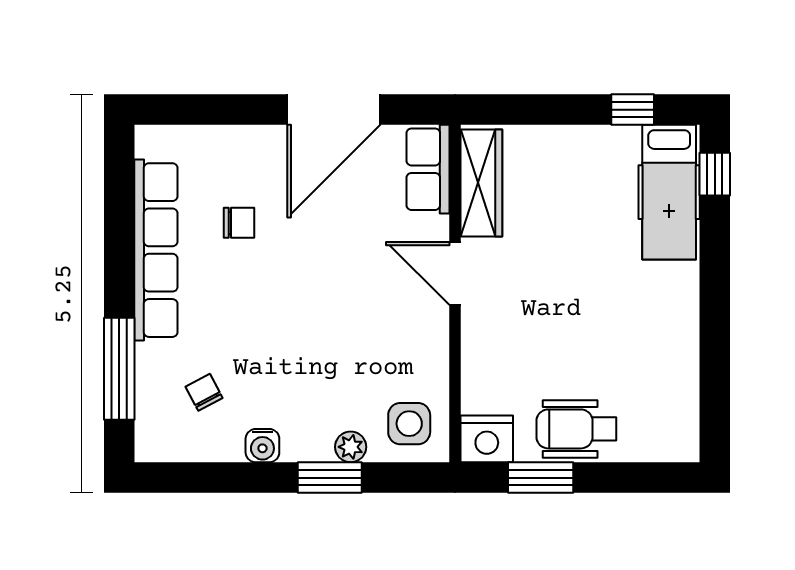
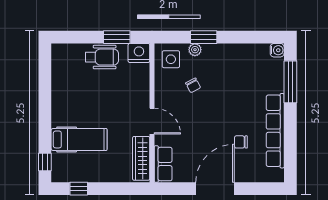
door: (334, 110) -> (215, 189), moved
hospital bed: (669, 192) -> (79, 139), moved, turned 90
chair: (204, 392) -> (193, 85), moved
water cooler: (262, 446) -> (277, 50), moved, turned 90

